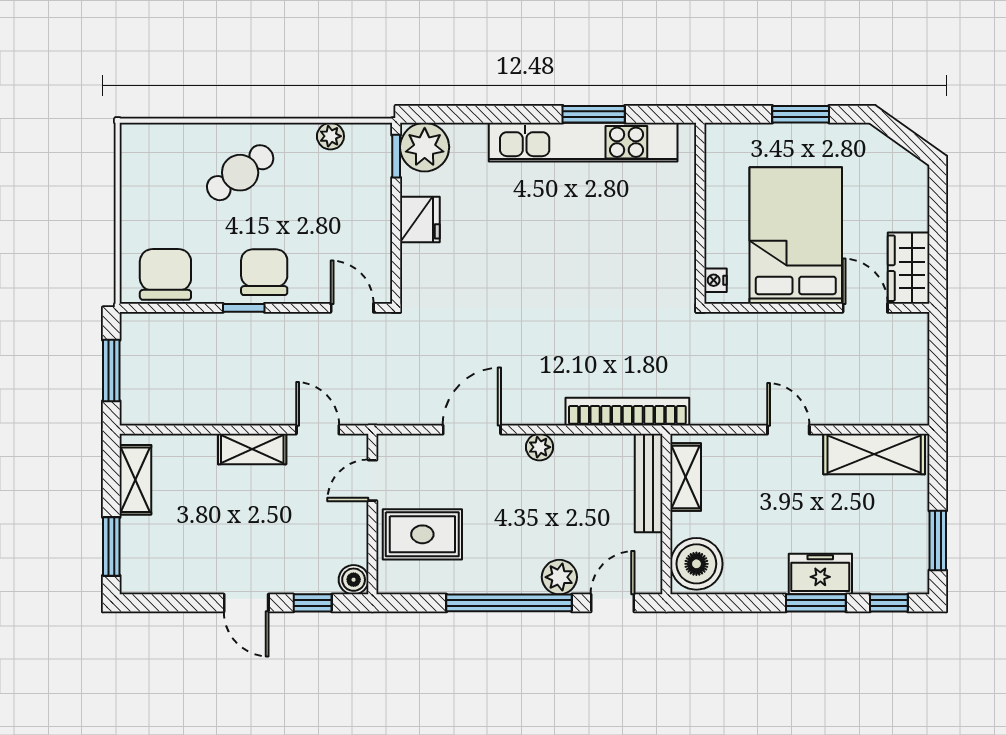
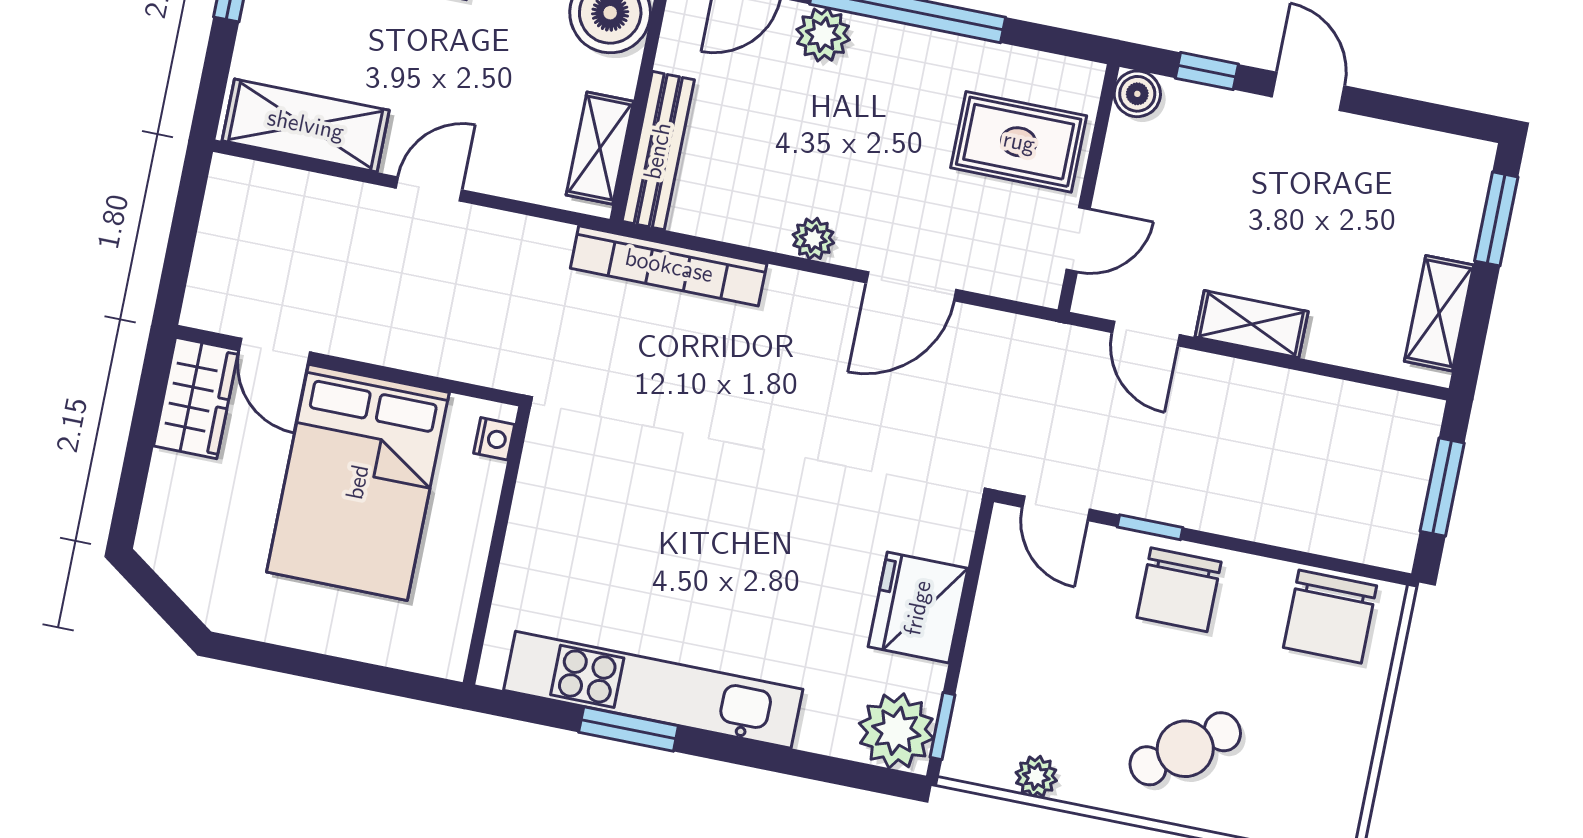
window: (801, 114) -> (313, 665), removed
fridge: (420, 219) -> (918, 608), width x1.36, depth x1.34
window: (244, 308) -> (1150, 527), moved
door: (788, 430) -> (429, 189), swing flipped

